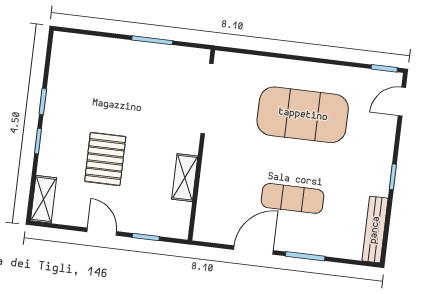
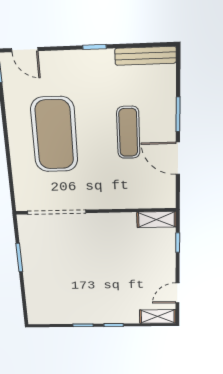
pallet: (105, 159) -> (119, 279), removed
shelving: (185, 178) -> (156, 220), moved
door: (102, 232) -> (177, 293), moved

